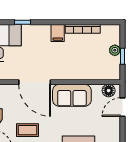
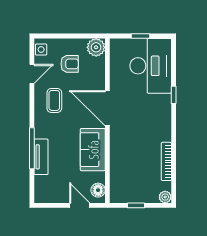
filing cabinet: (58, 33) -> (162, 134), removed
plant: (115, 50) -> (165, 197), moved
door: (35, 82) -> (107, 108), hinge flipped

